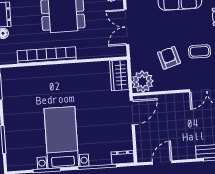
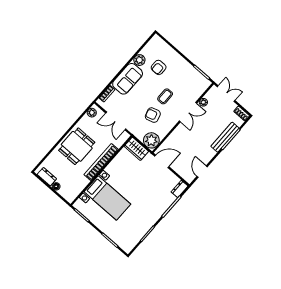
bookcase: (47, 55) -> (101, 162), moved
door: (132, 113) -> (162, 161), hinge flipped
bed with nightstands: (61, 138) -> (107, 198), moved, turned 180

